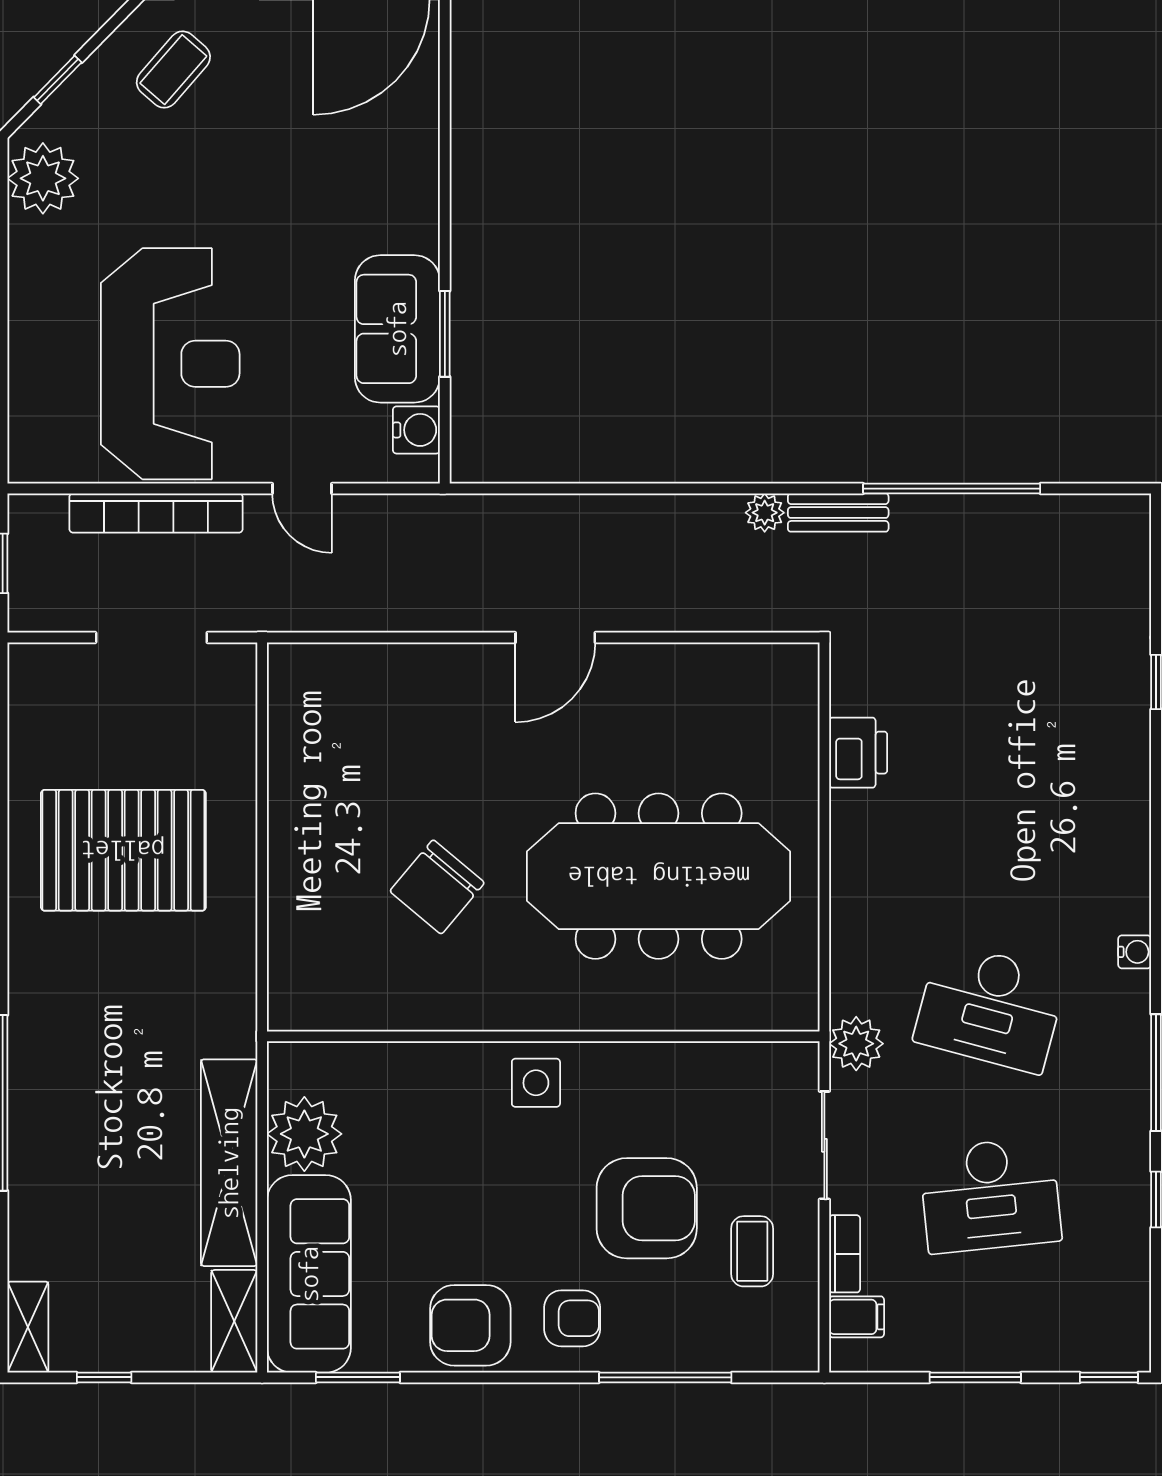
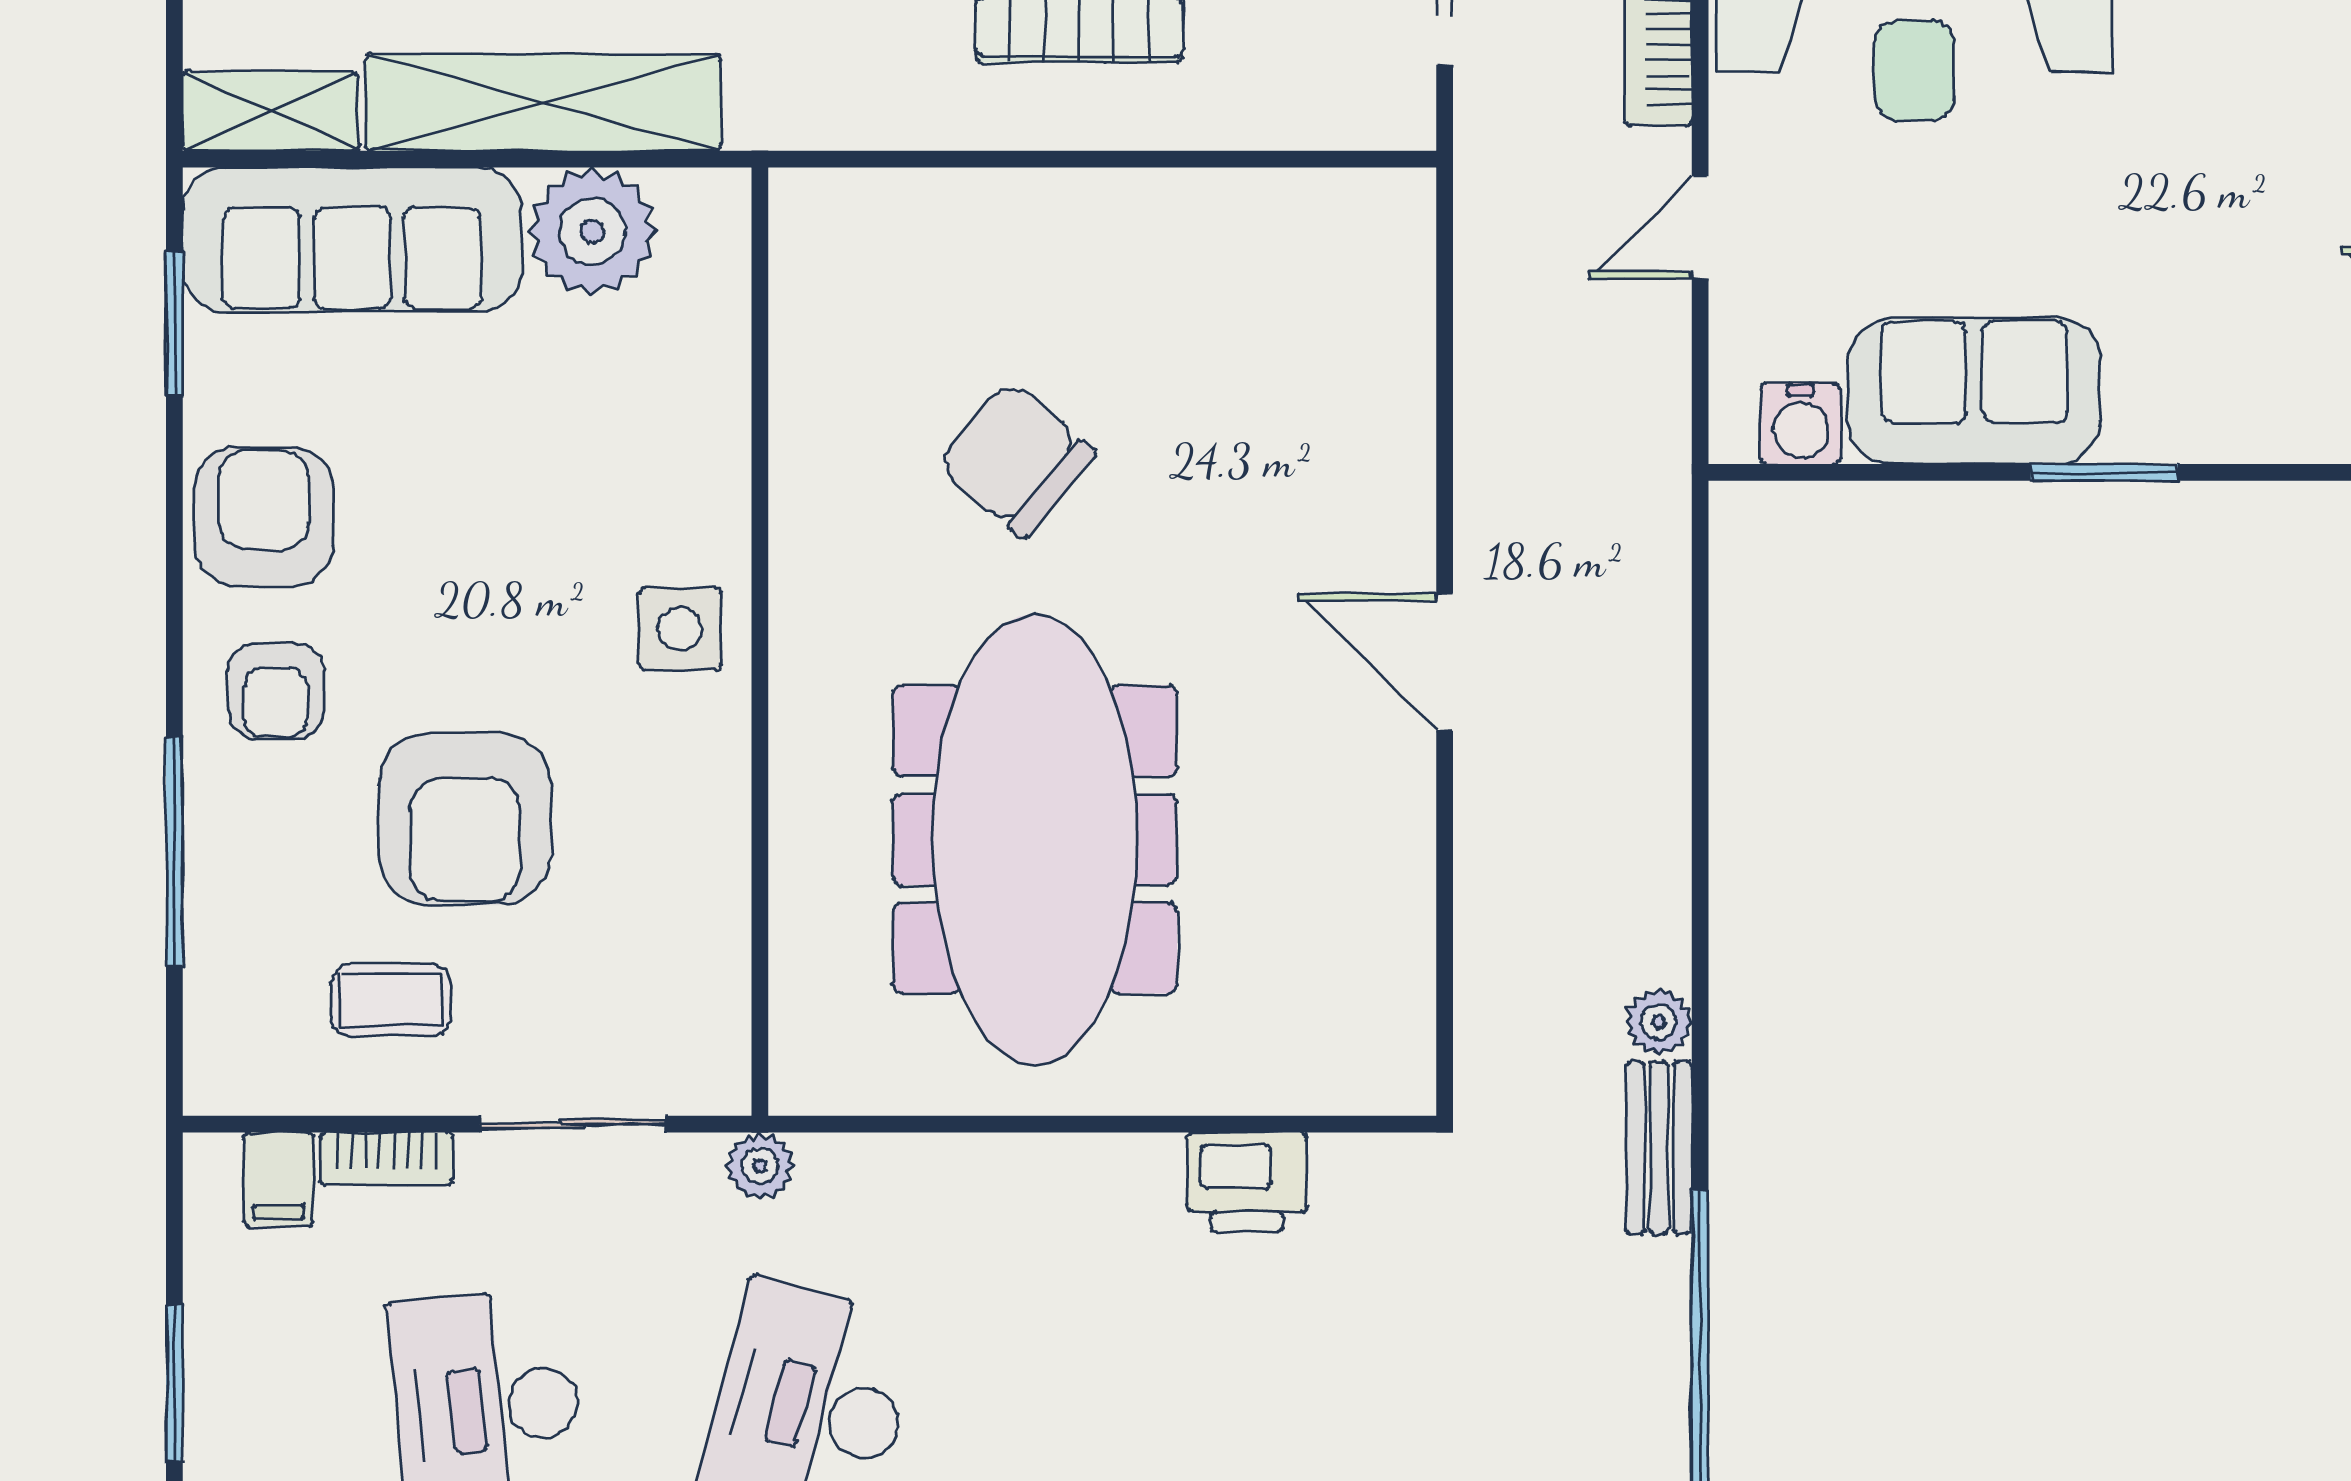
window: (445, 334) -> (2104, 472), moved
plant: (856, 1044) -> (760, 1166), width x0.73, depth x0.73

